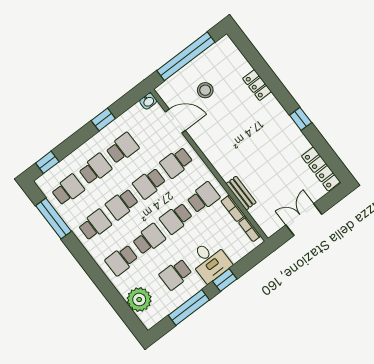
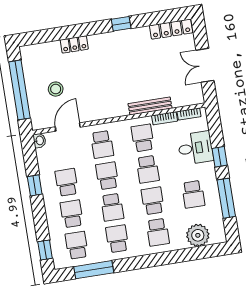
school desk: (149, 183) -> (107, 176), turned 180
bench: (241, 193) -> (150, 106), width x1.36
desk: (210, 261) -> (195, 148), moved

